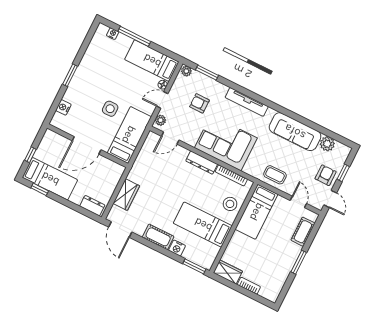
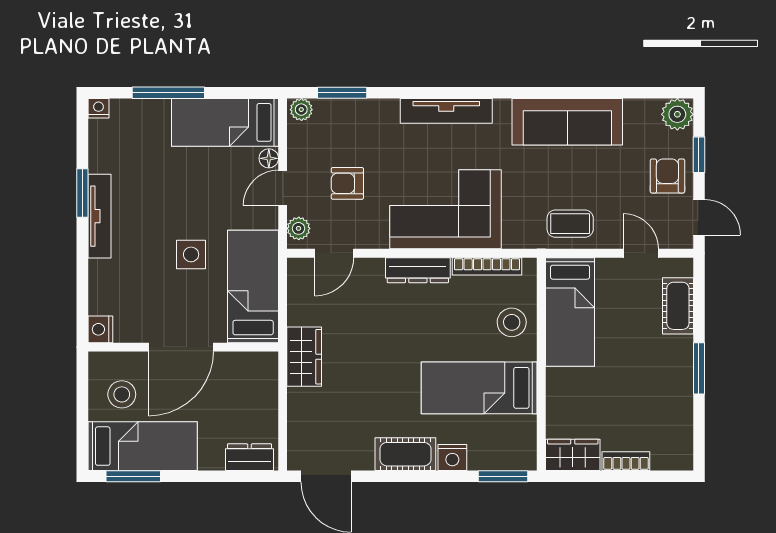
nightstand: (113, 34) -> (98, 108), moved
tv unit: (80, 74) -> (99, 216), added
window: (70, 75) -> (82, 193), moved
armchair: (199, 103) -> (347, 183), moved
nightstand: (63, 107) -> (100, 329), moved
plant: (327, 144) -> (677, 114), moved
stool: (52, 153) -> (122, 394), added
window: (30, 155) -> (82, 419), removed
window: (40, 189) -> (133, 476), width x1.50
wardrobe: (126, 195) -> (304, 357), moved

